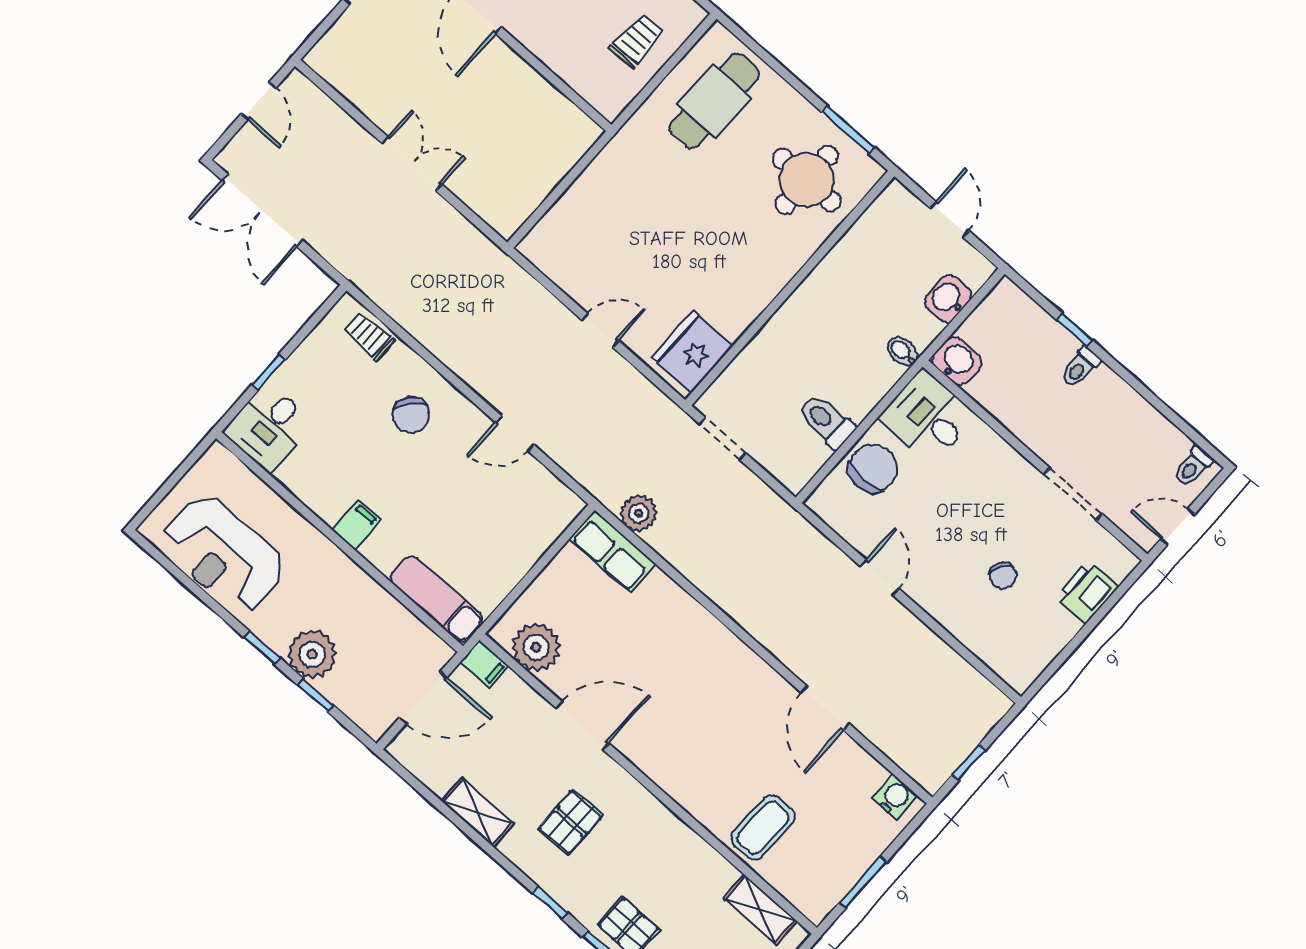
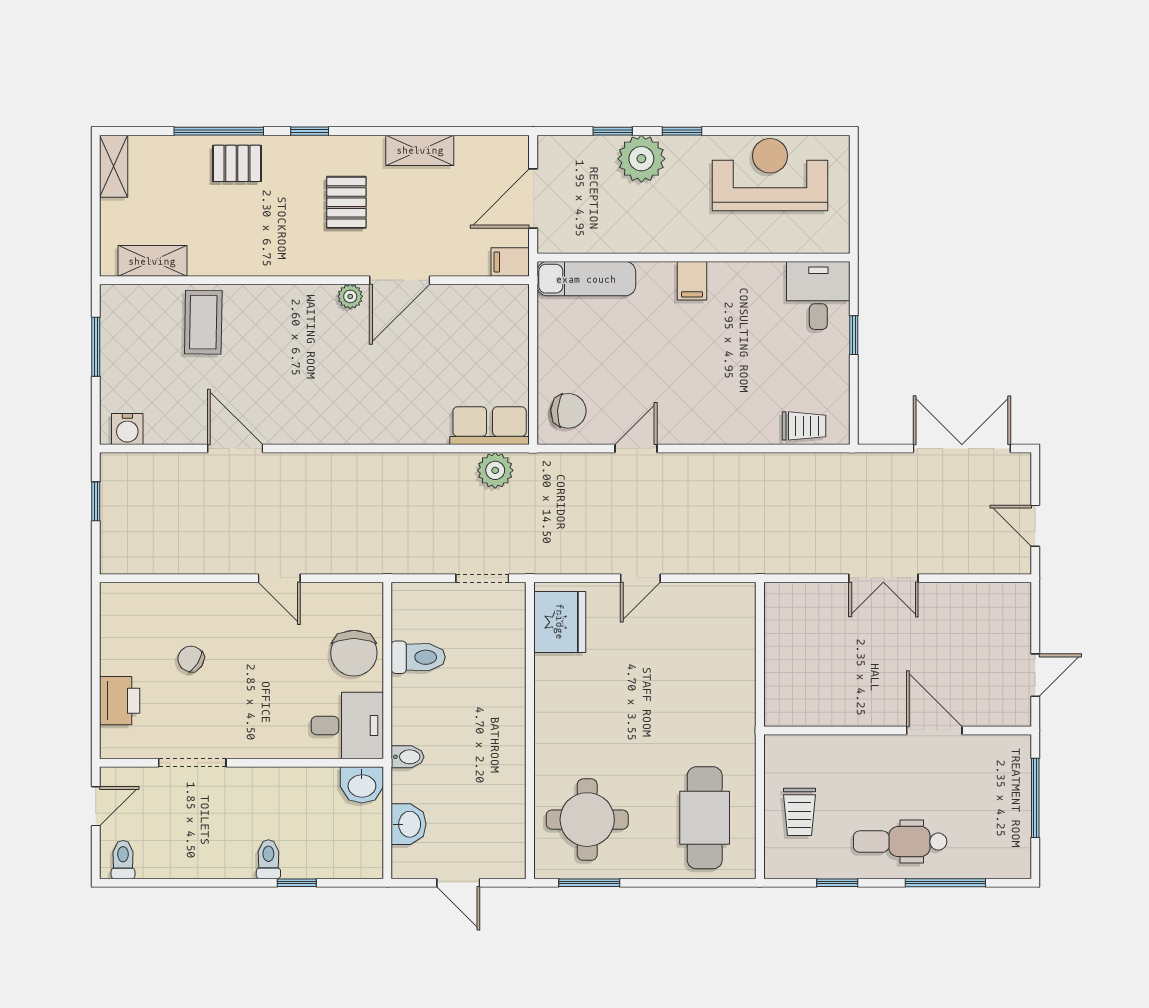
chair: (411, 415) -> (568, 411), moved, turned 142
plant: (536, 647) -> (350, 296), moved, width x0.53, depth x0.53

